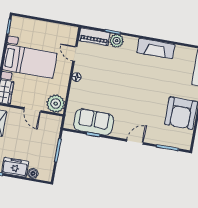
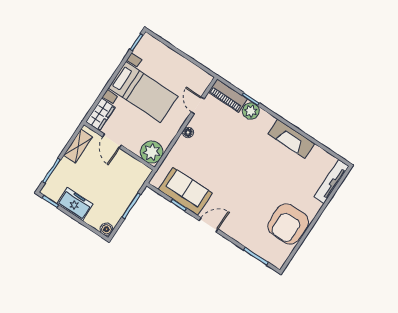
door: (32, 110) -> (112, 141), moved
door: (135, 142) -> (209, 225), moved
boiler: (33, 173) -> (106, 229), moved

